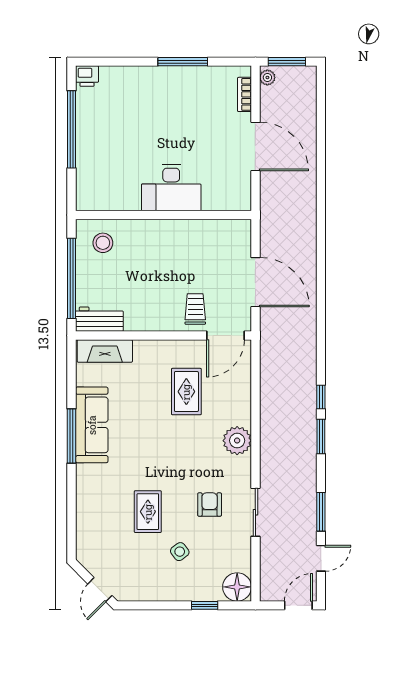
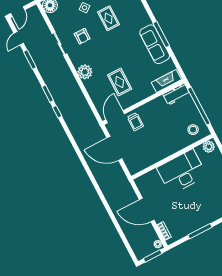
desk: (171, 188) -> (182, 172), width x1.36, depth x1.30
plant: (91, 199) -> (209, 147), added

